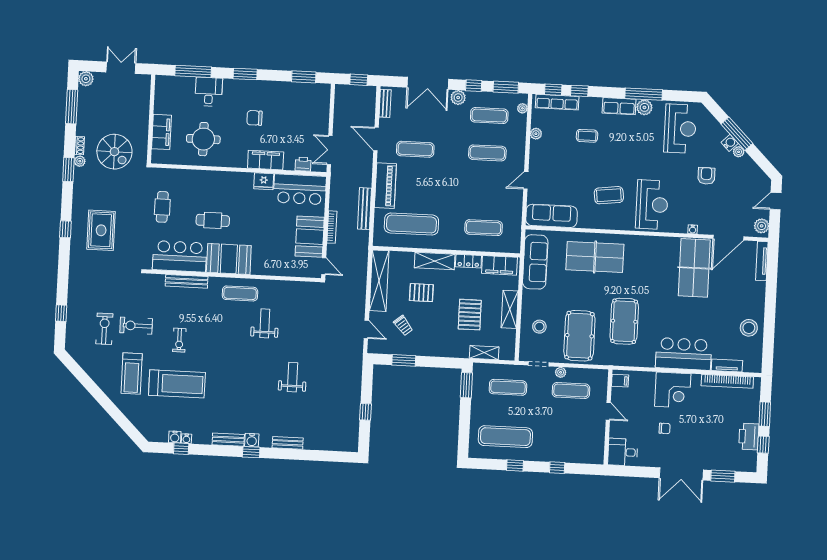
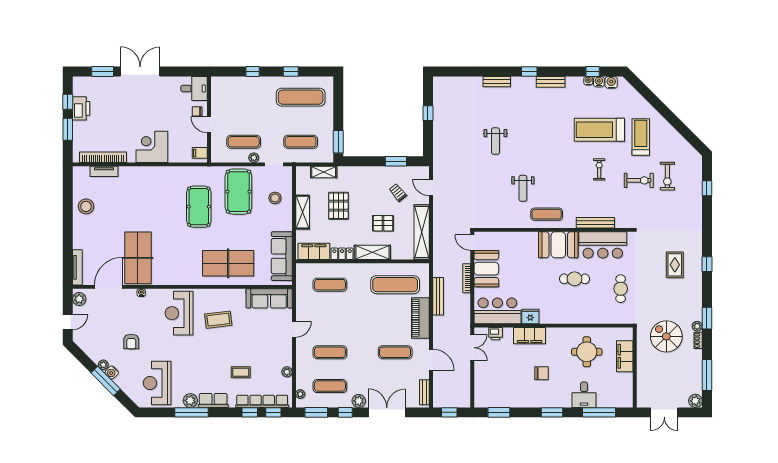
row of seats: (557, 102) -> (262, 401), width x1.36
rug: (101, 230) -> (675, 265), width x0.73, depth x0.70
bar counter: (684, 354) -> (144, 180), removed
chair: (665, 428) -> (197, 111), moved
water cooler: (252, 440) -> (611, 82), moved

